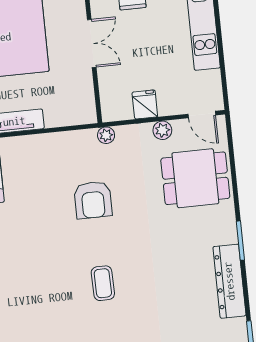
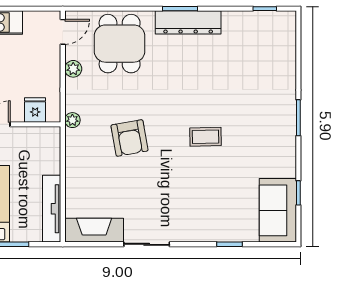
fridge: (145, 104) -> (35, 110), moved, turned 90
armchair: (93, 200) -> (130, 138), turned 80
dresser: (229, 281) -> (188, 22), moved

